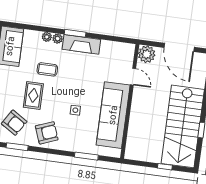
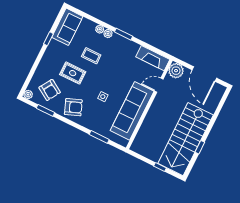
fireplace: (81, 44) -> (153, 58), moved
door: (133, 77) -> (159, 85), swing flipped
rug: (33, 95) -> (73, 73), turned 90

